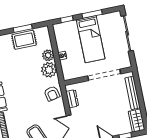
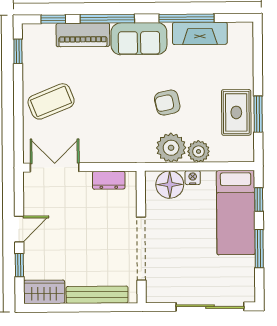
bed: (91, 39) -> (236, 213), moved, turned -90
floor lamp: (68, 67) -> (170, 185), added
armchair: (52, 94) -> (167, 103), moved

